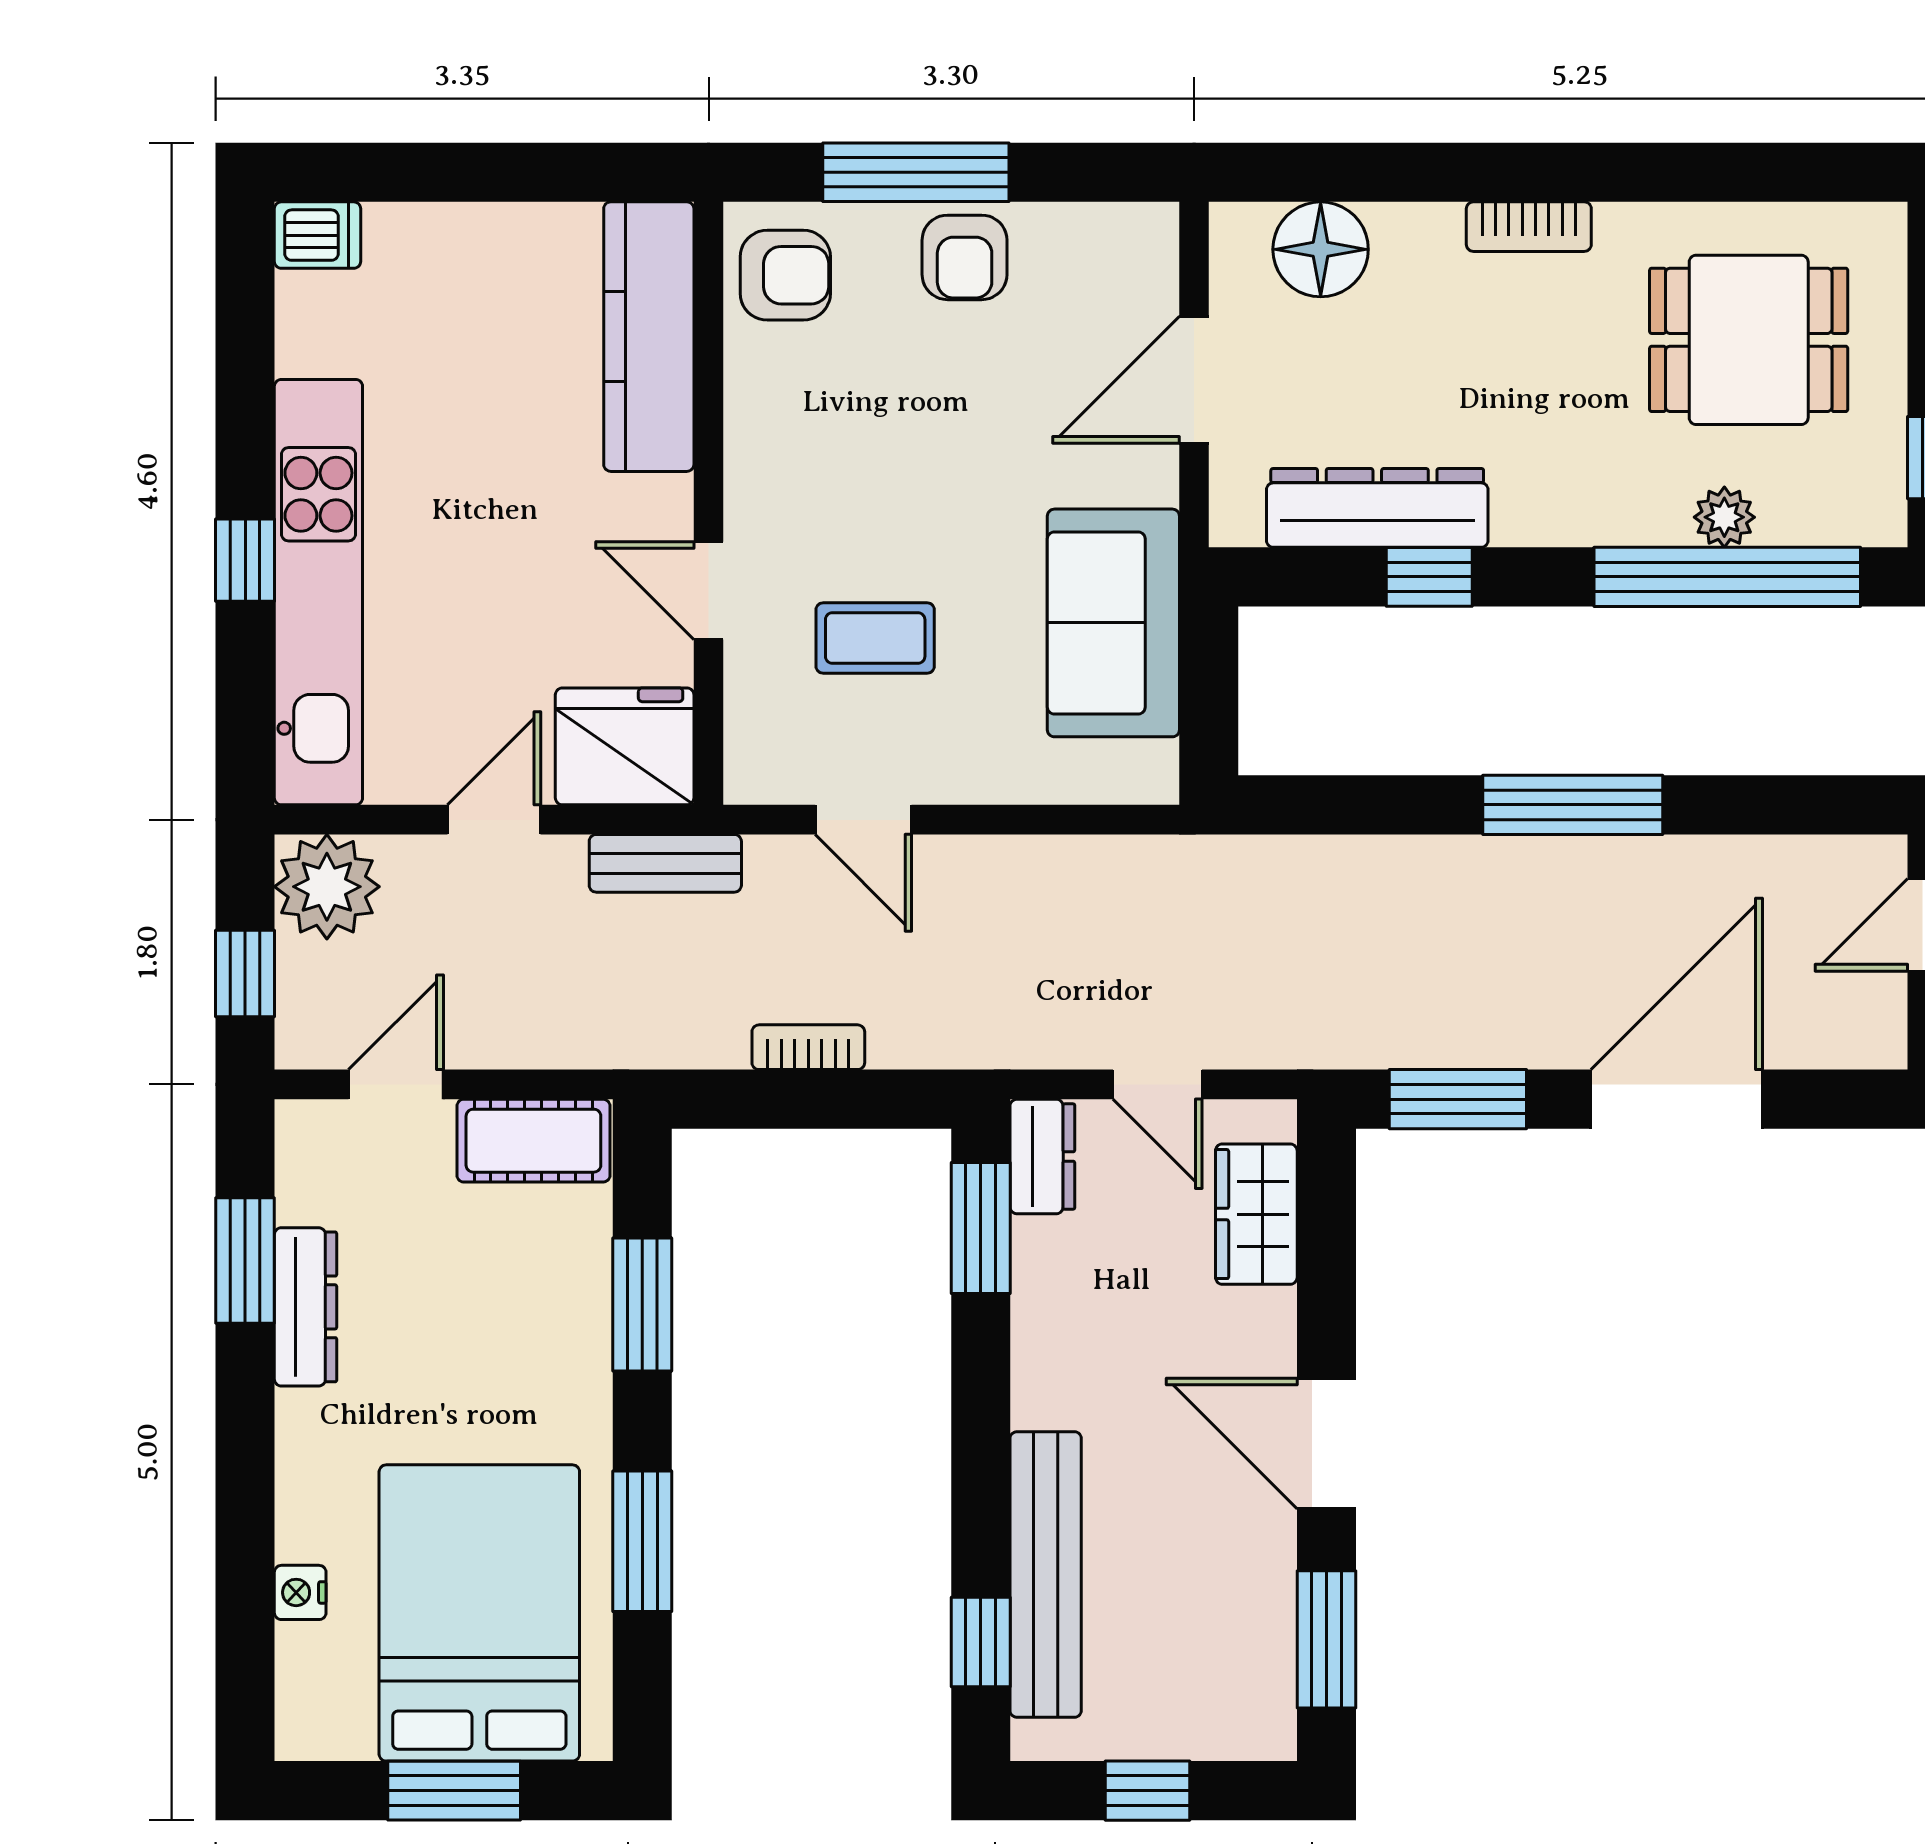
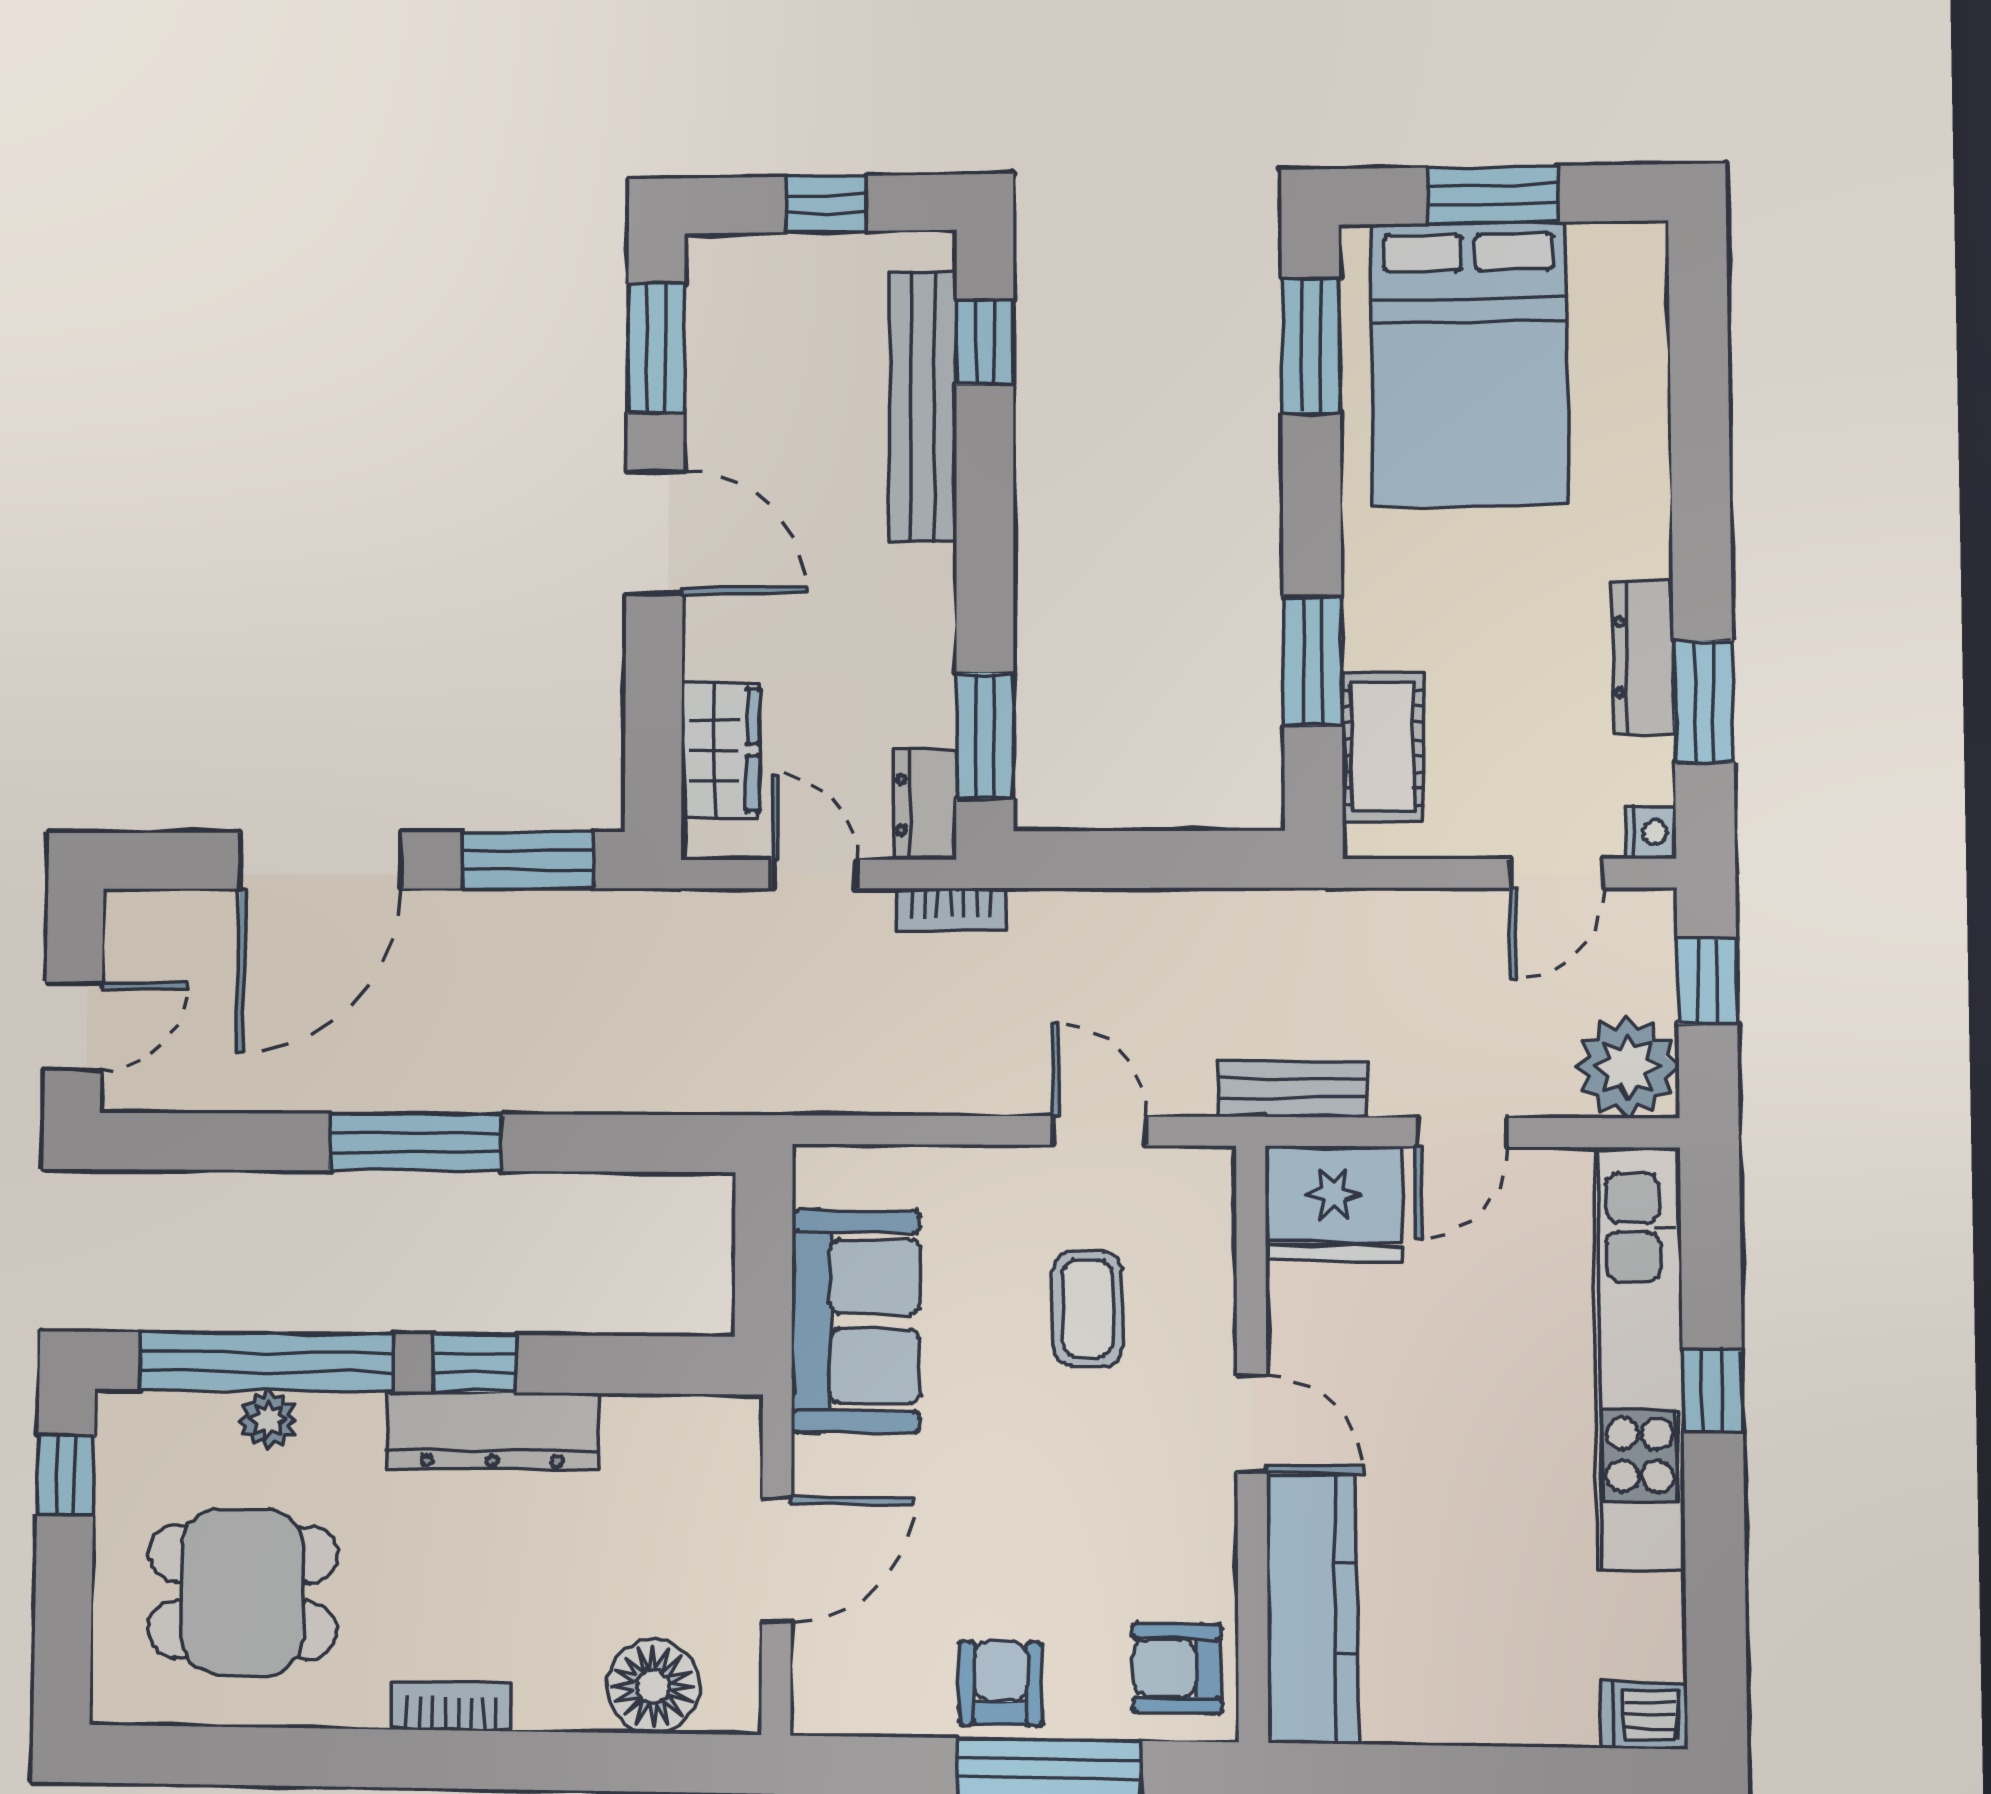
dresser: (1377, 508) -> (492, 1431), moved
window: (1429, 577) -> (474, 1363), moved
door: (709, 591) -> (1252, 1424), moved
coffee table: (875, 638) -> (1088, 1308), turned 90
bookcase: (808, 1047) -> (951, 910), moved
cot: (533, 1141) -> (1383, 747), moved, turned 90
window: (642, 1541) -> (1311, 345), moved
nightstand: (300, 1592) -> (1651, 832), moved

